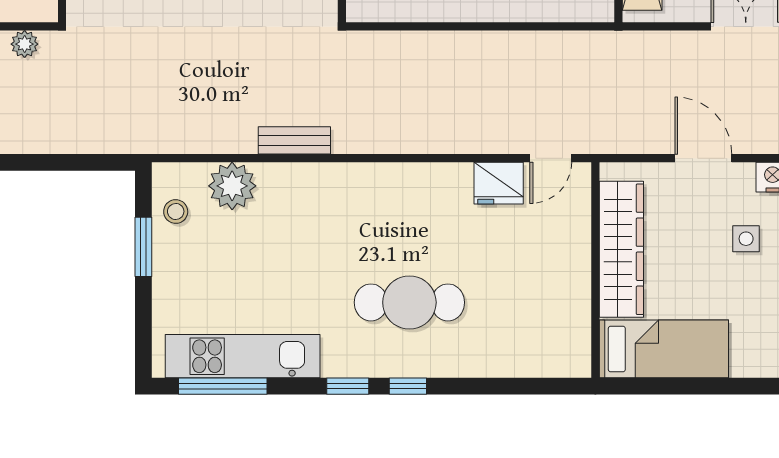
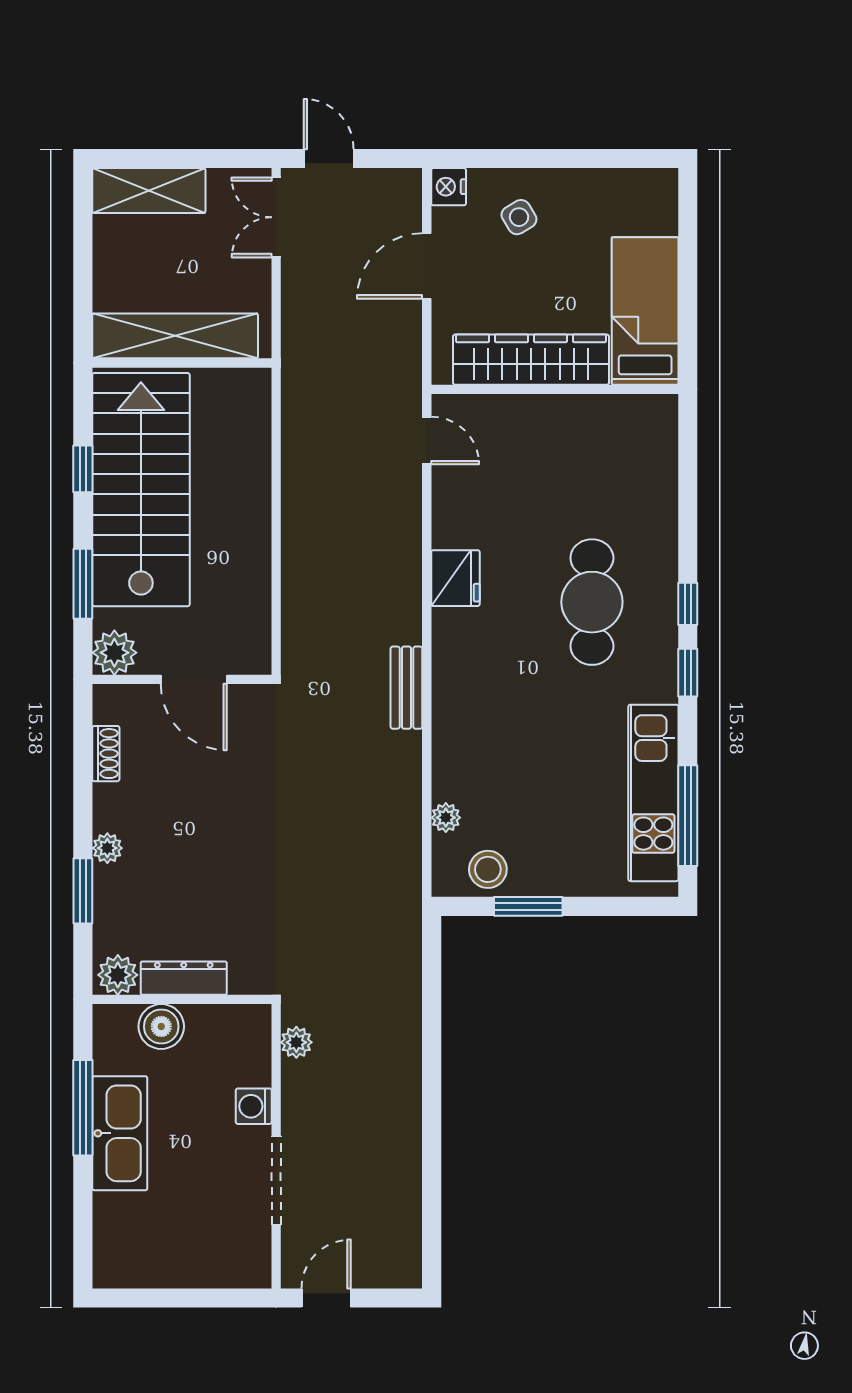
bench: (294, 140) -> (406, 688), moved
fridge: (499, 183) -> (455, 578), moved
plant: (232, 186) -> (446, 818), width x0.53, depth x0.53
stool: (176, 212) -> (488, 869), width x1.37, depth x1.37
side table: (746, 239) -> (519, 217), turned -31

